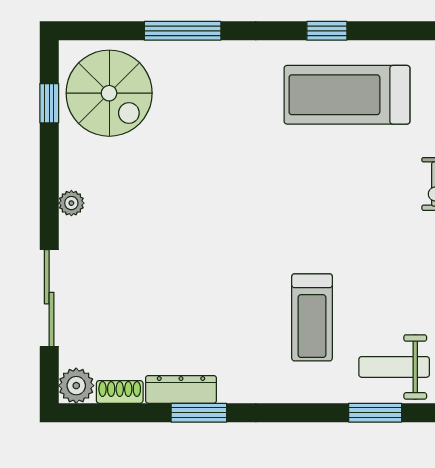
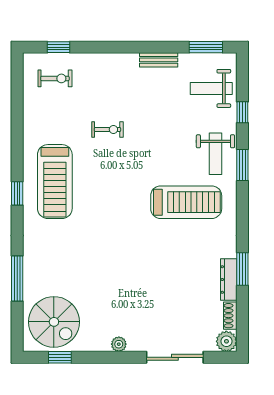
spiral stairs: (109, 93) -> (54, 322), turned 90
treadmill: (312, 317) -> (186, 202), width x1.37, depth x1.38

